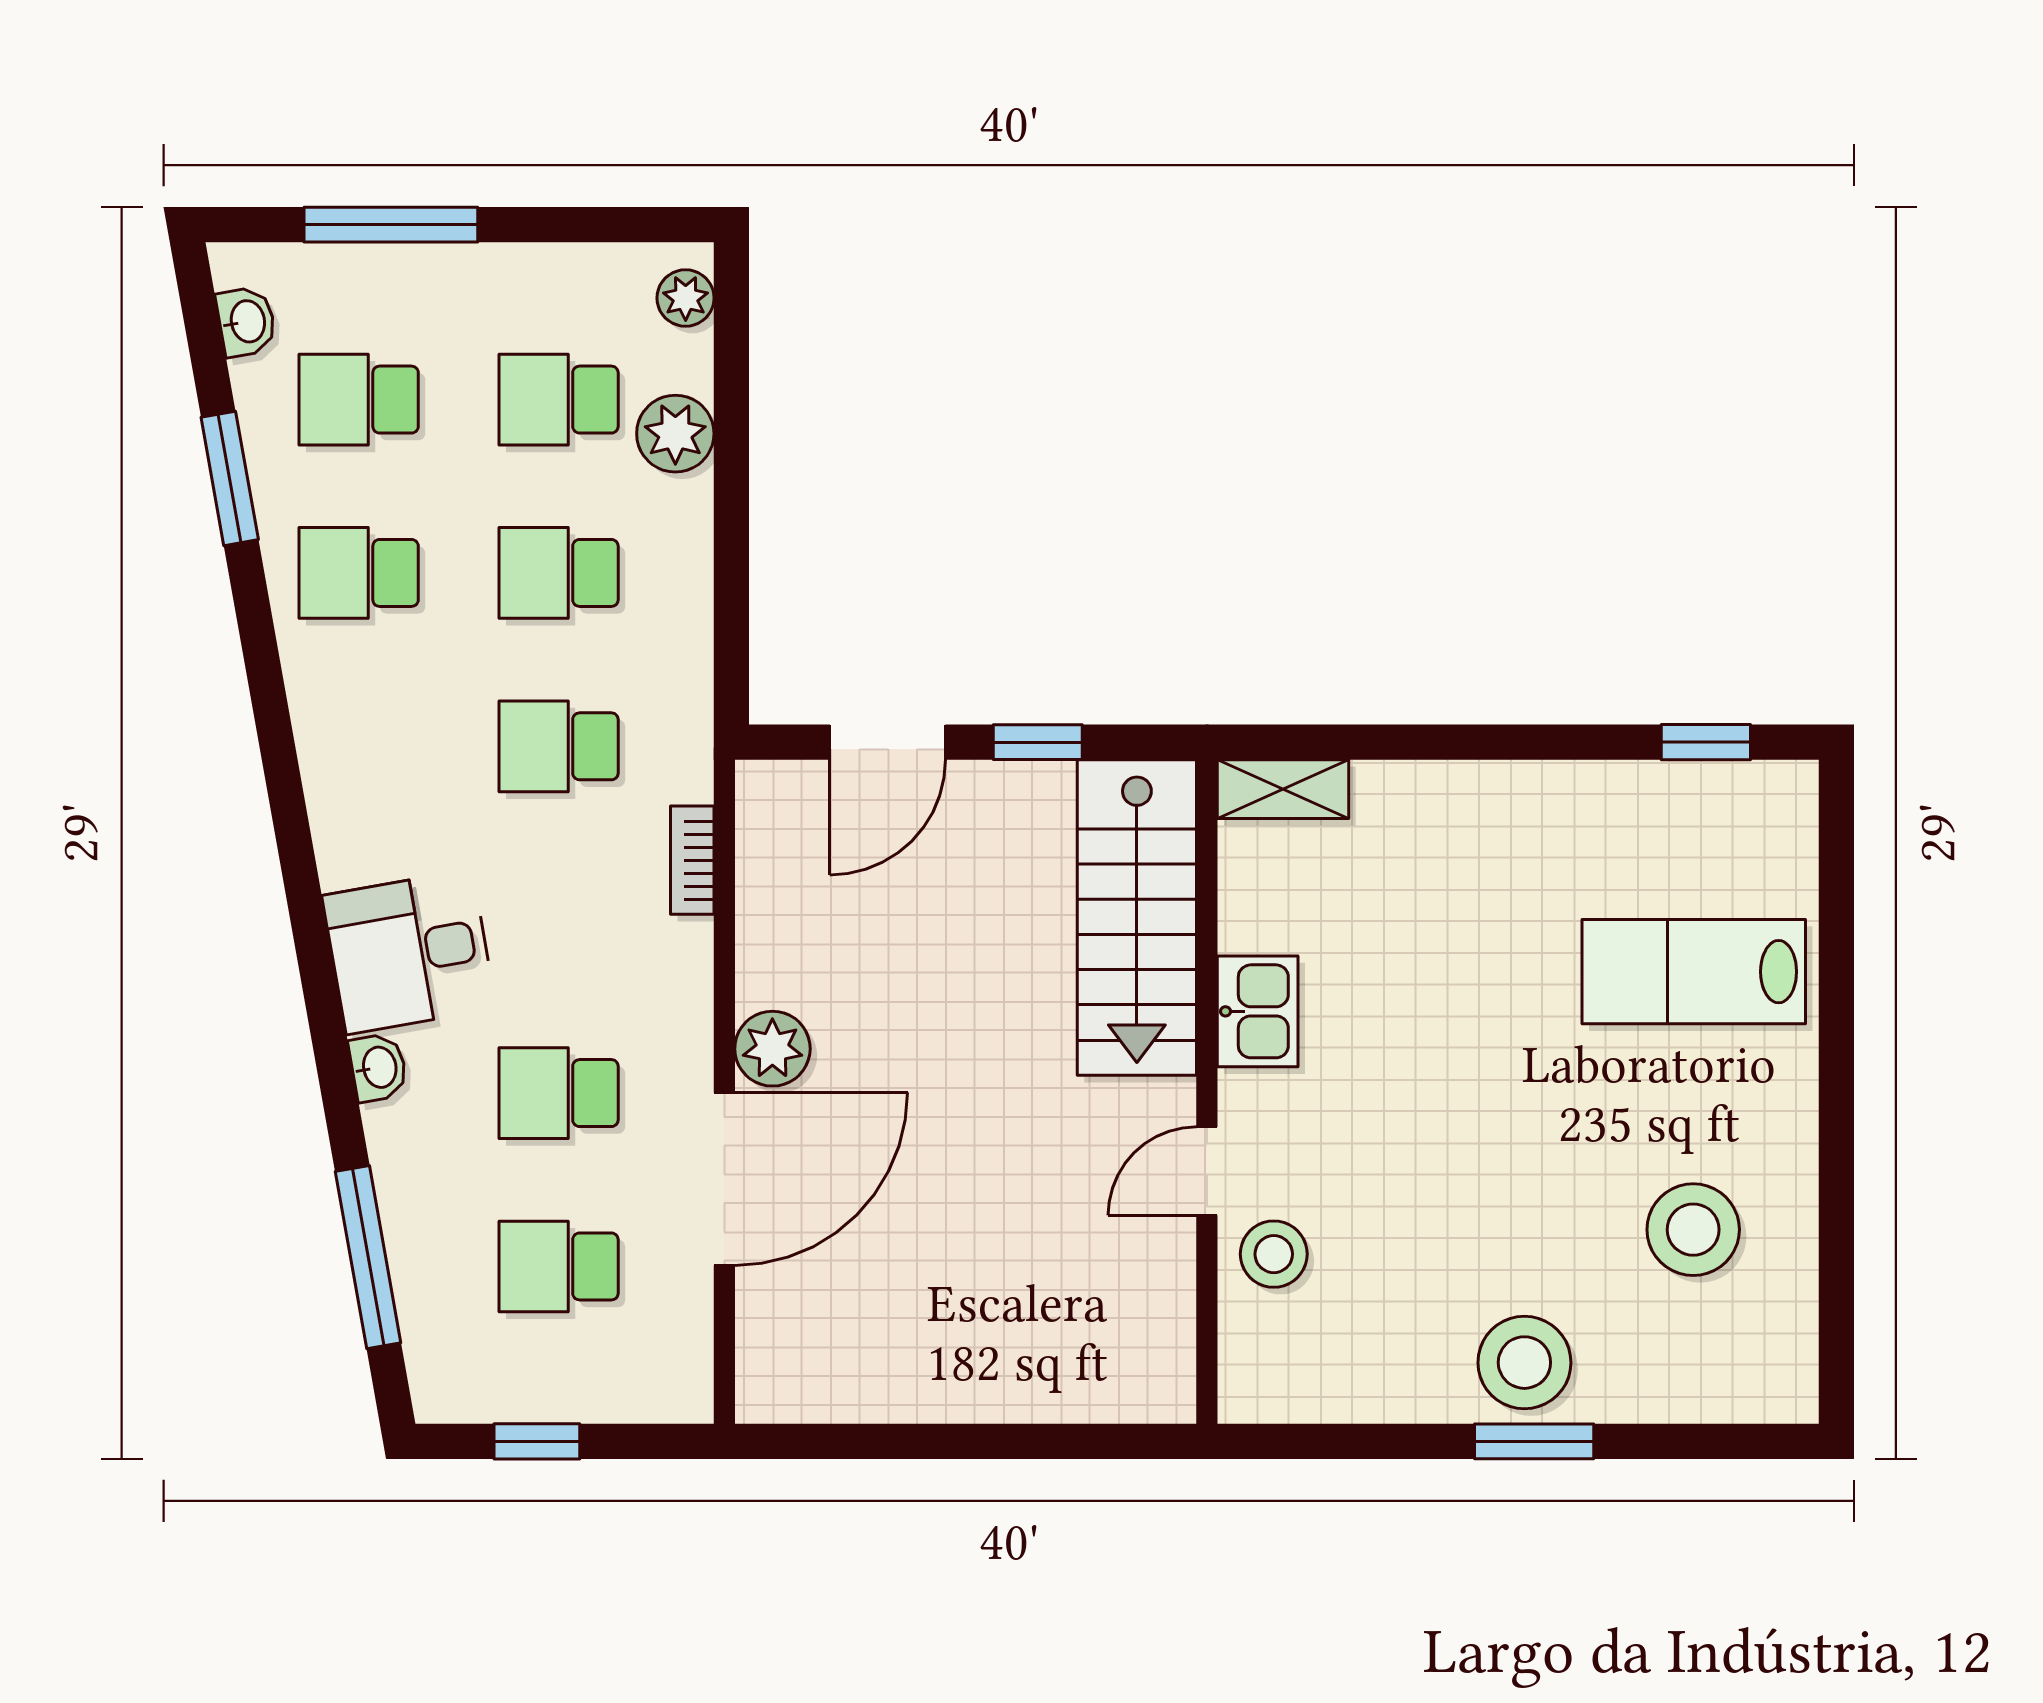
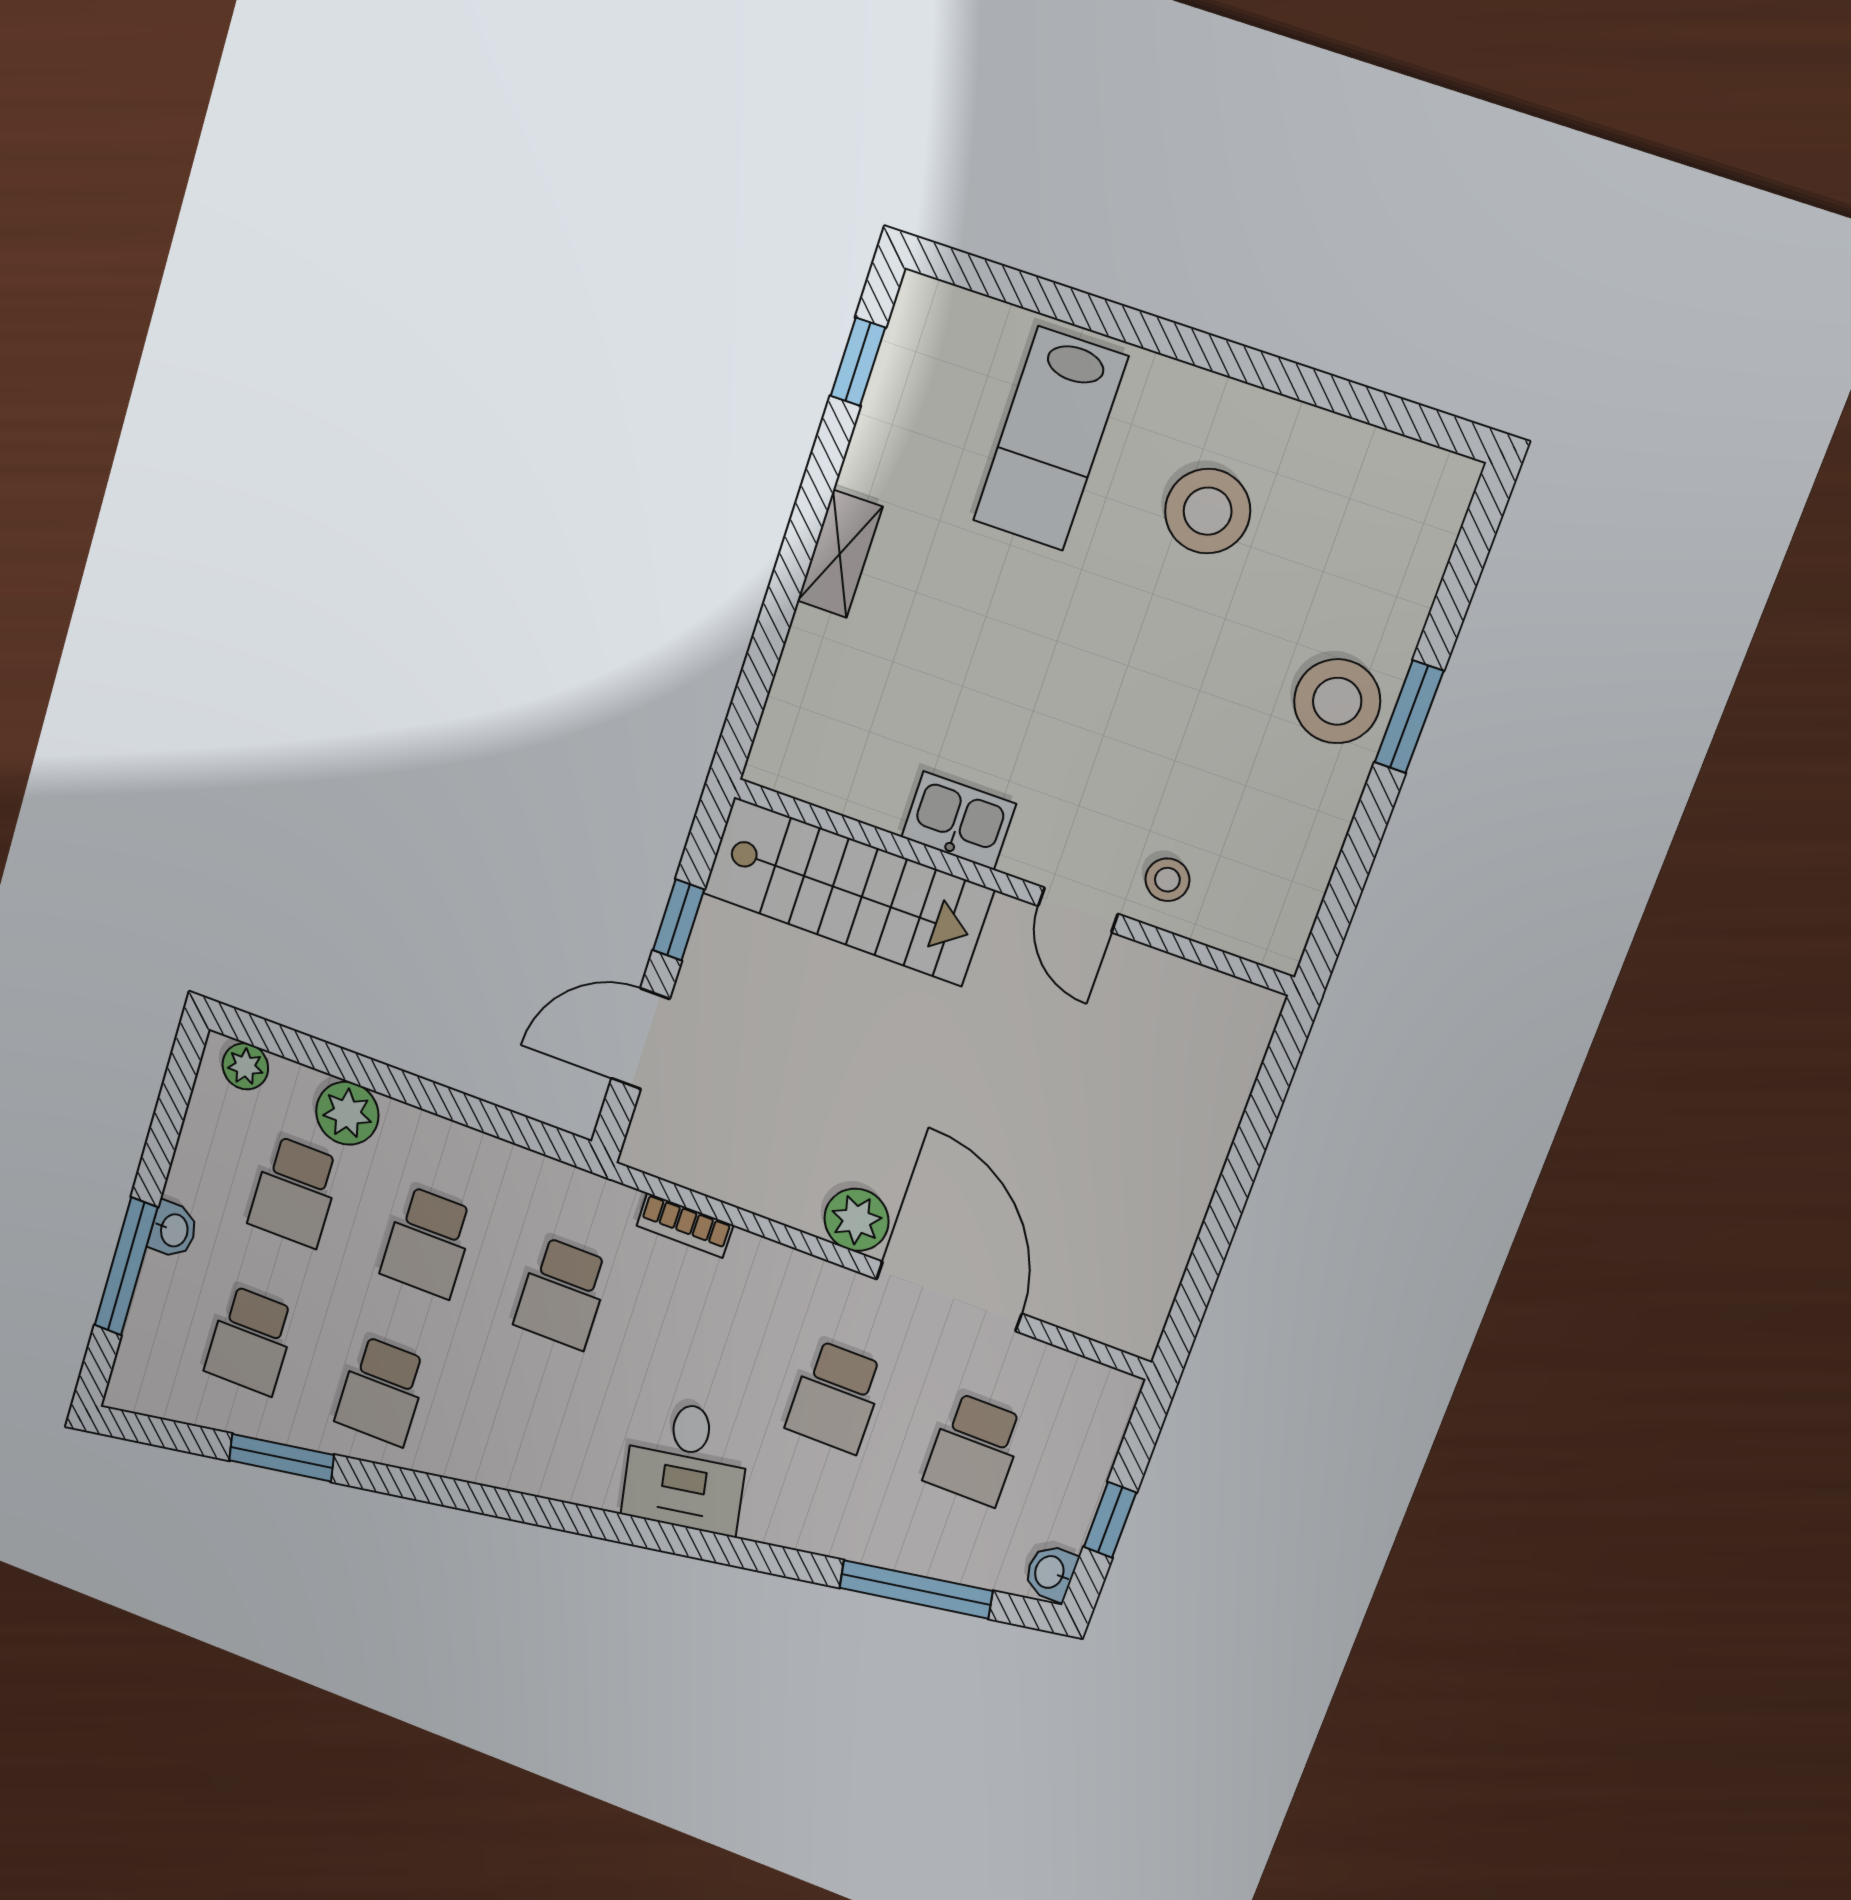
washbasin: (246, 322) -> (173, 1230), moved, turned 100
door: (888, 742) -> (640, 1039), swing flipped
shelving: (1283, 789) -> (840, 554), moved
washbasin: (378, 1068) -> (1051, 1572), moved, turned -80
stool: (1693, 1230) -> (1208, 511), moved
stool: (1274, 1254) -> (1167, 880), width x0.73, depth x0.73

